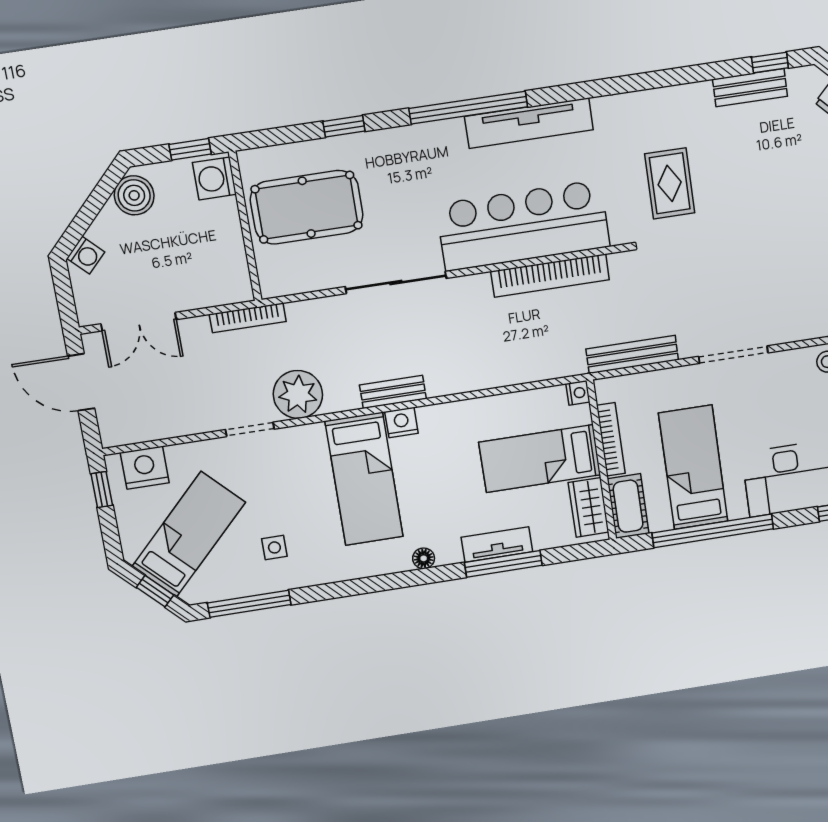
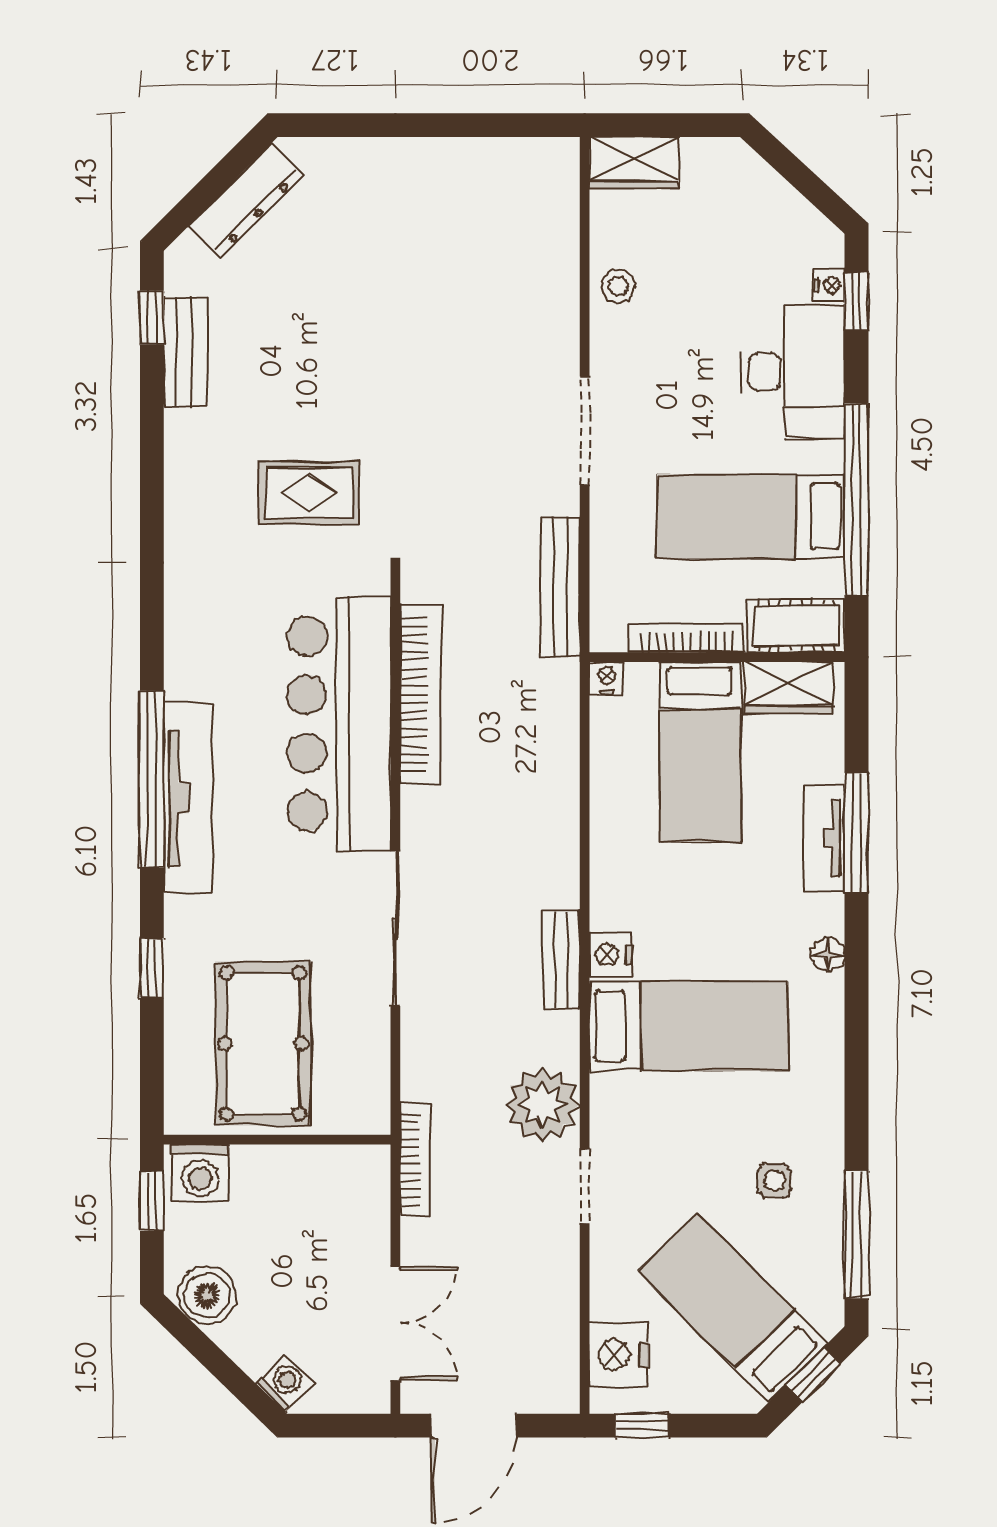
tv unit: (529, 123) -> (188, 798), moved

